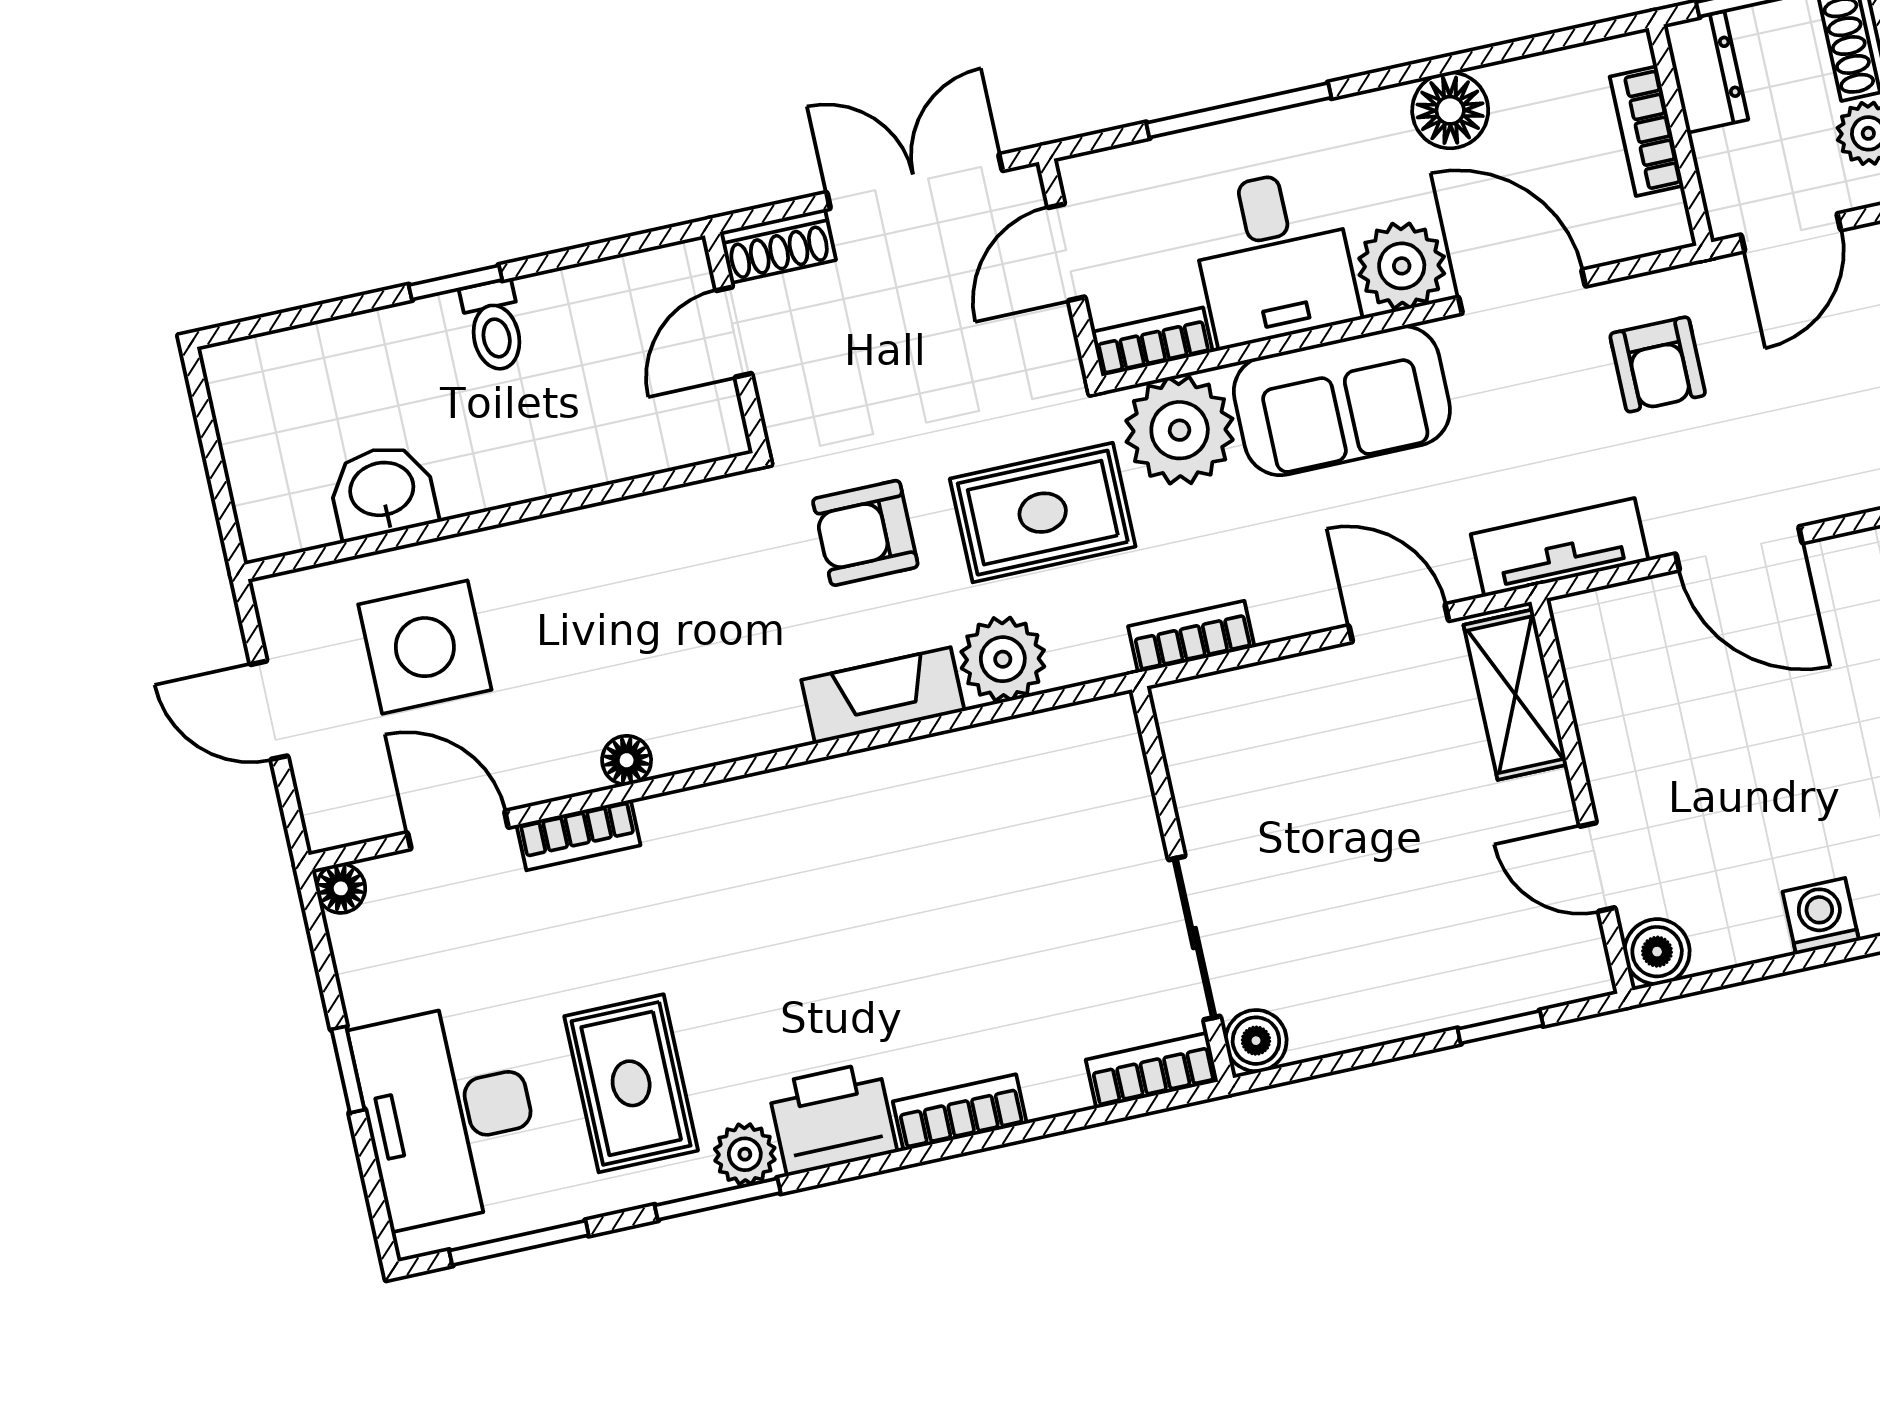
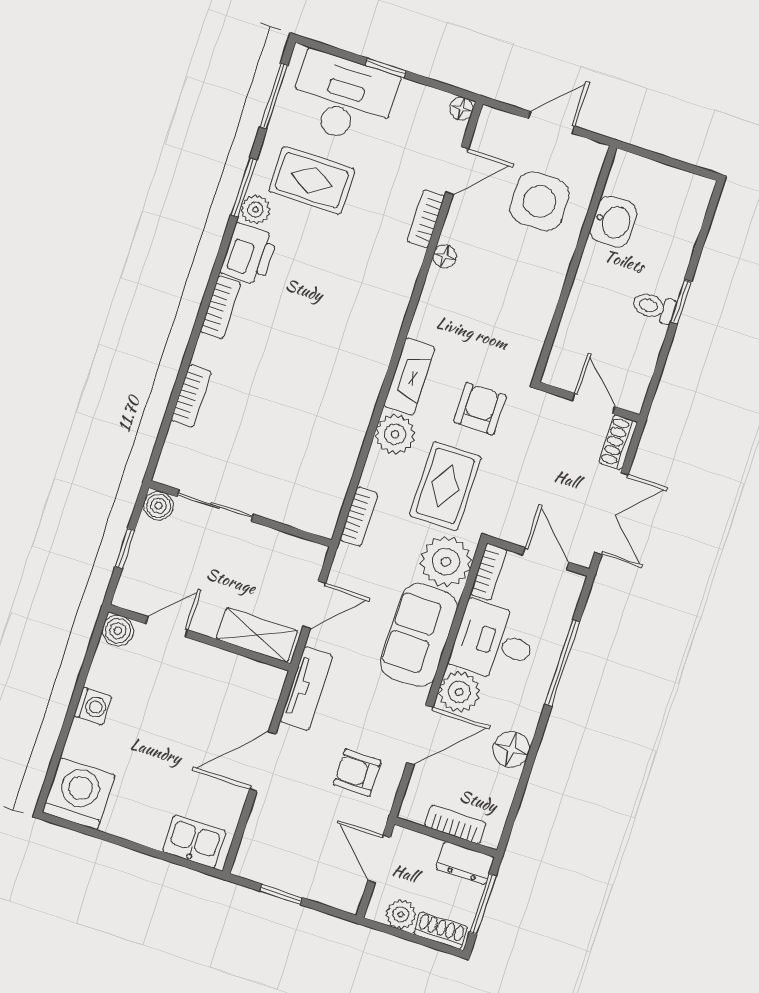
wall: (1182, 884) -> (240, 514), moved
sliding door: (1194, 938) -> (215, 505), moved
boiler: (1256, 1041) -> (159, 506), moved

